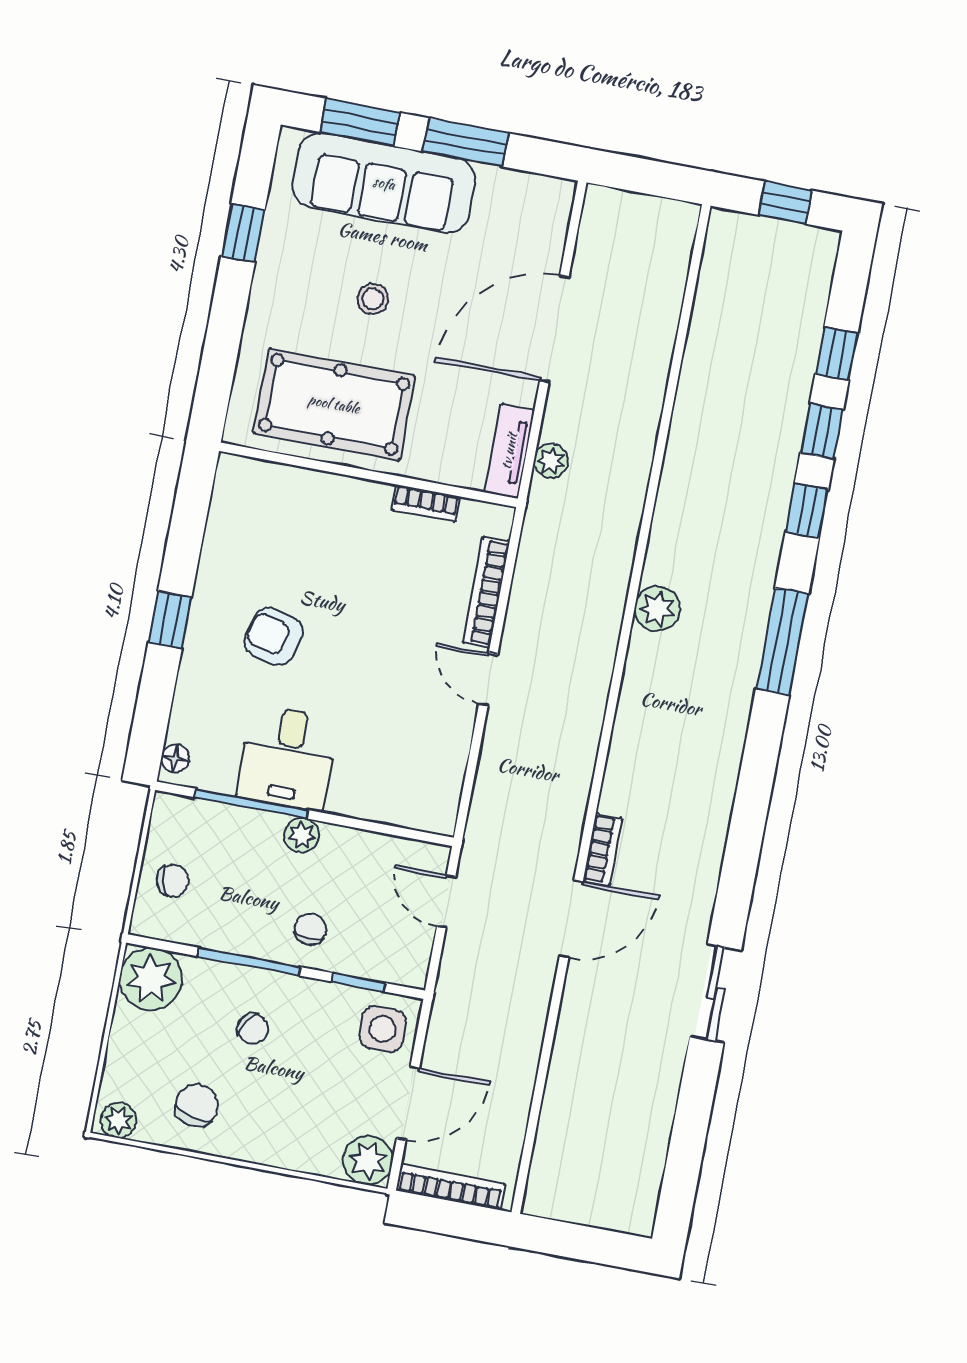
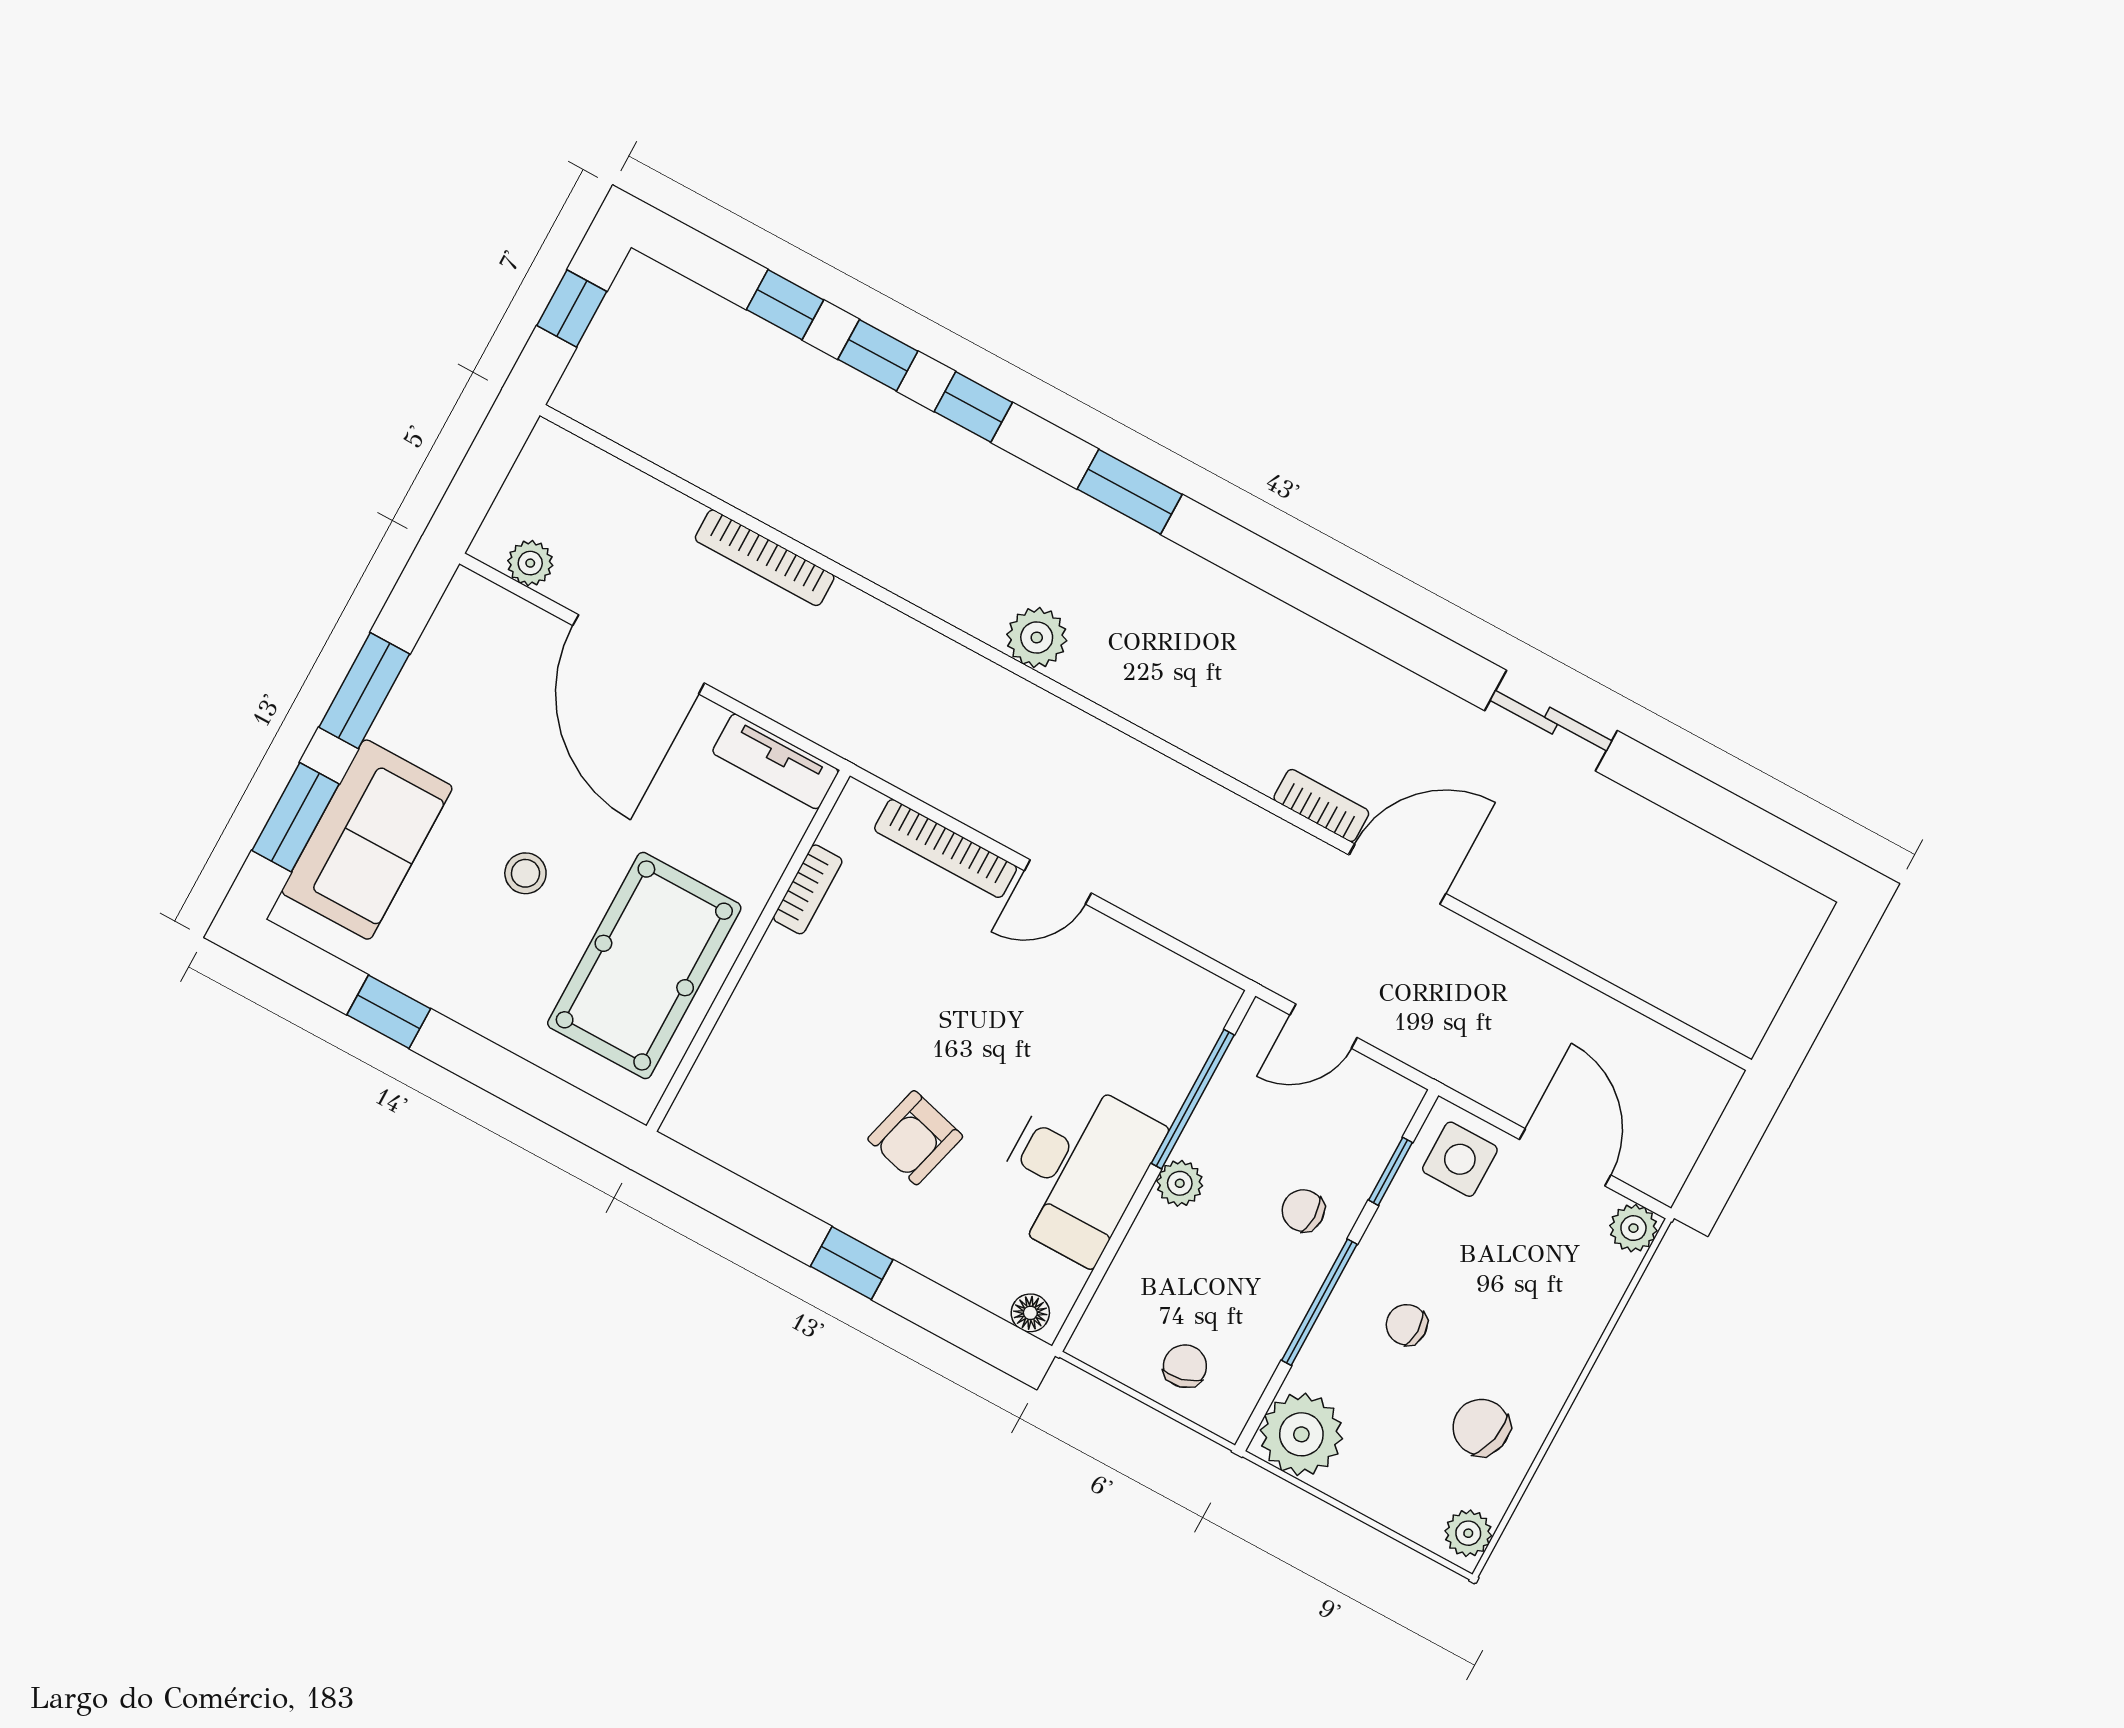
sofa: (384, 183) -> (367, 840), width x0.73
plant: (551, 461) -> (530, 563), moved
window: (782, 641) -> (1130, 492), width x0.69
desk: (288, 758) -> (1075, 1169), width x1.37
window: (251, 804) -> (1193, 1099), moved
door: (571, 919) -> (1397, 874), hinge flipped
chair: (253, 1029) -> (1407, 1325), turned -122
plant: (368, 1160) -> (1633, 1228), width x0.73, depth x0.73
bookcase: (451, 1187) -> (765, 558), moved, turned -90

